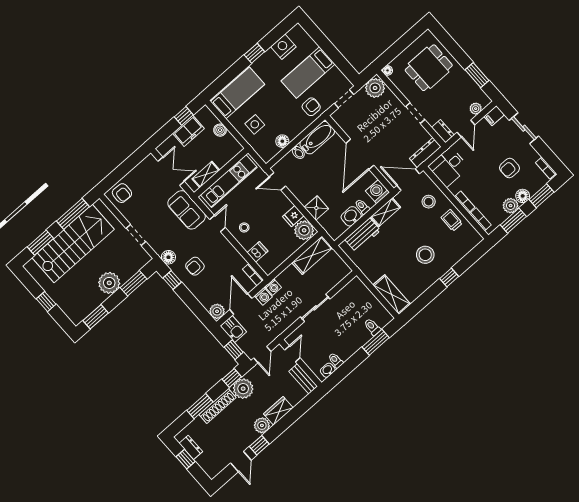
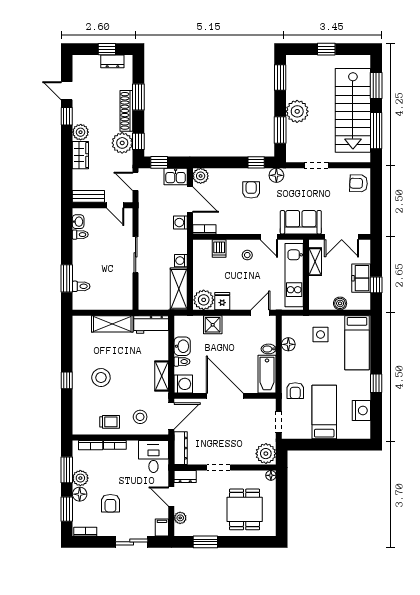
armchair: (509, 168) -> (110, 503), turned 180
workbench: (363, 235) -> (151, 325), moved, turned -90
washing machine: (273, 287) -> (181, 261), moved
shelving: (392, 295) -> (112, 324), moved

